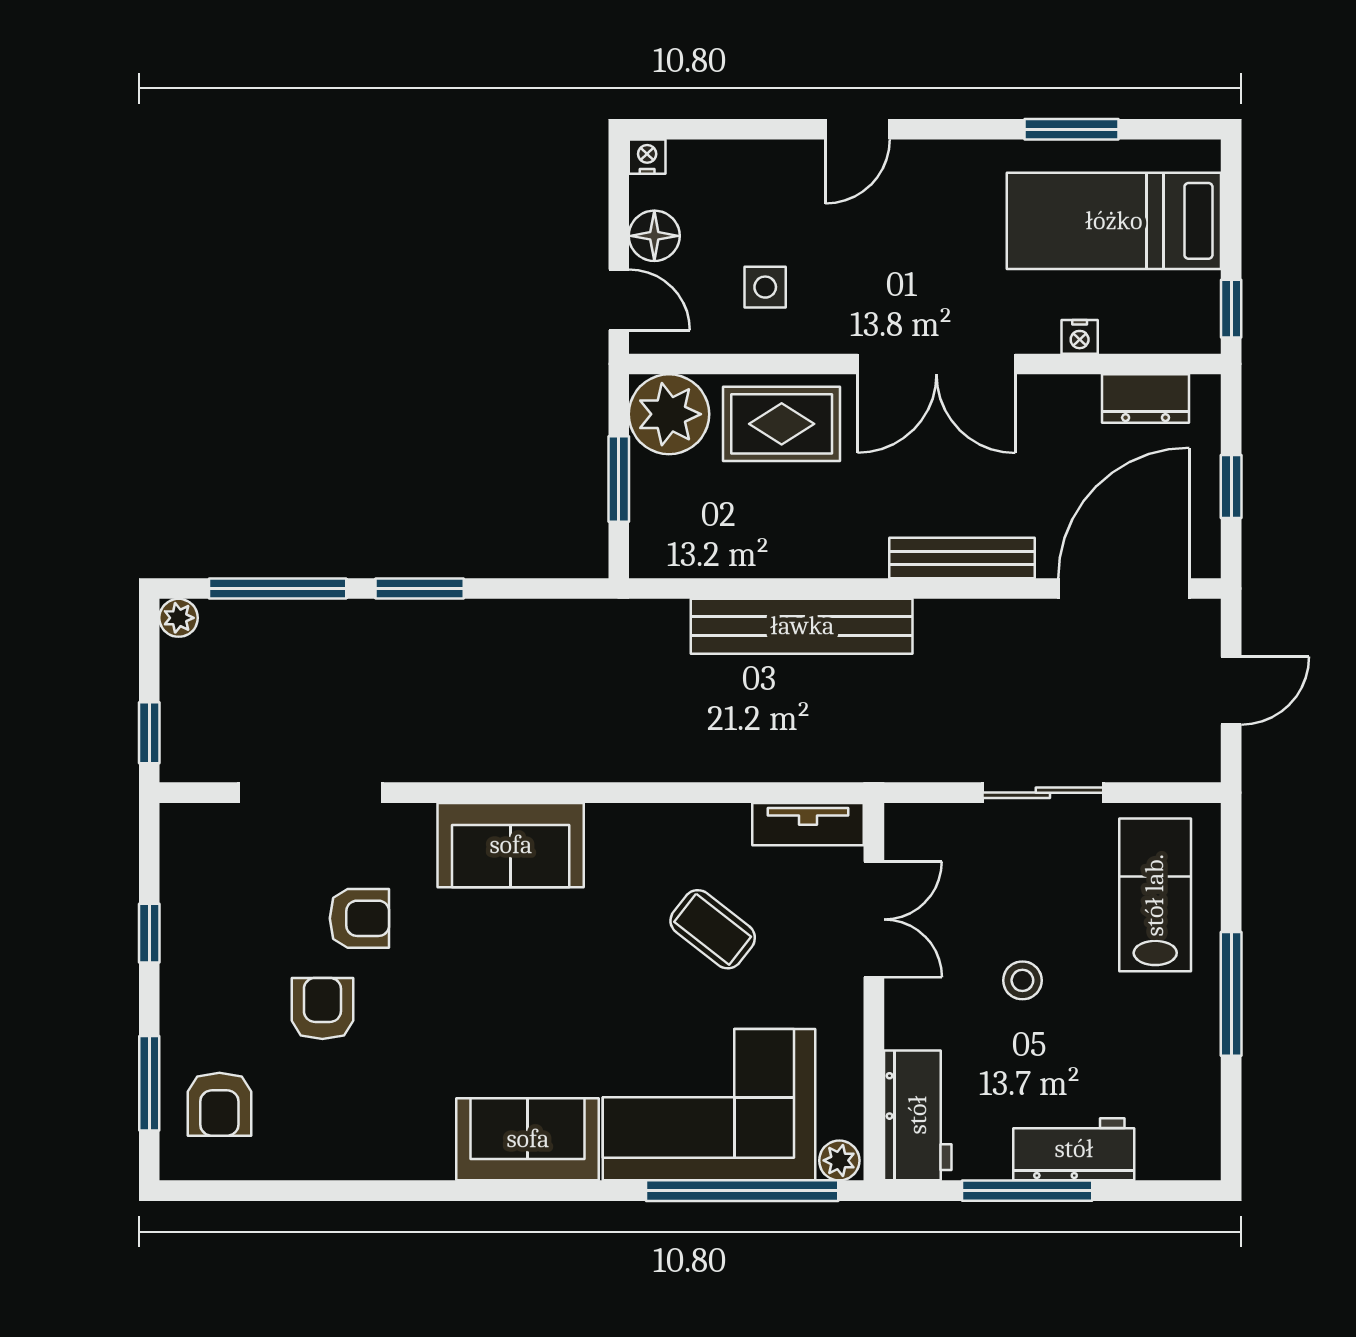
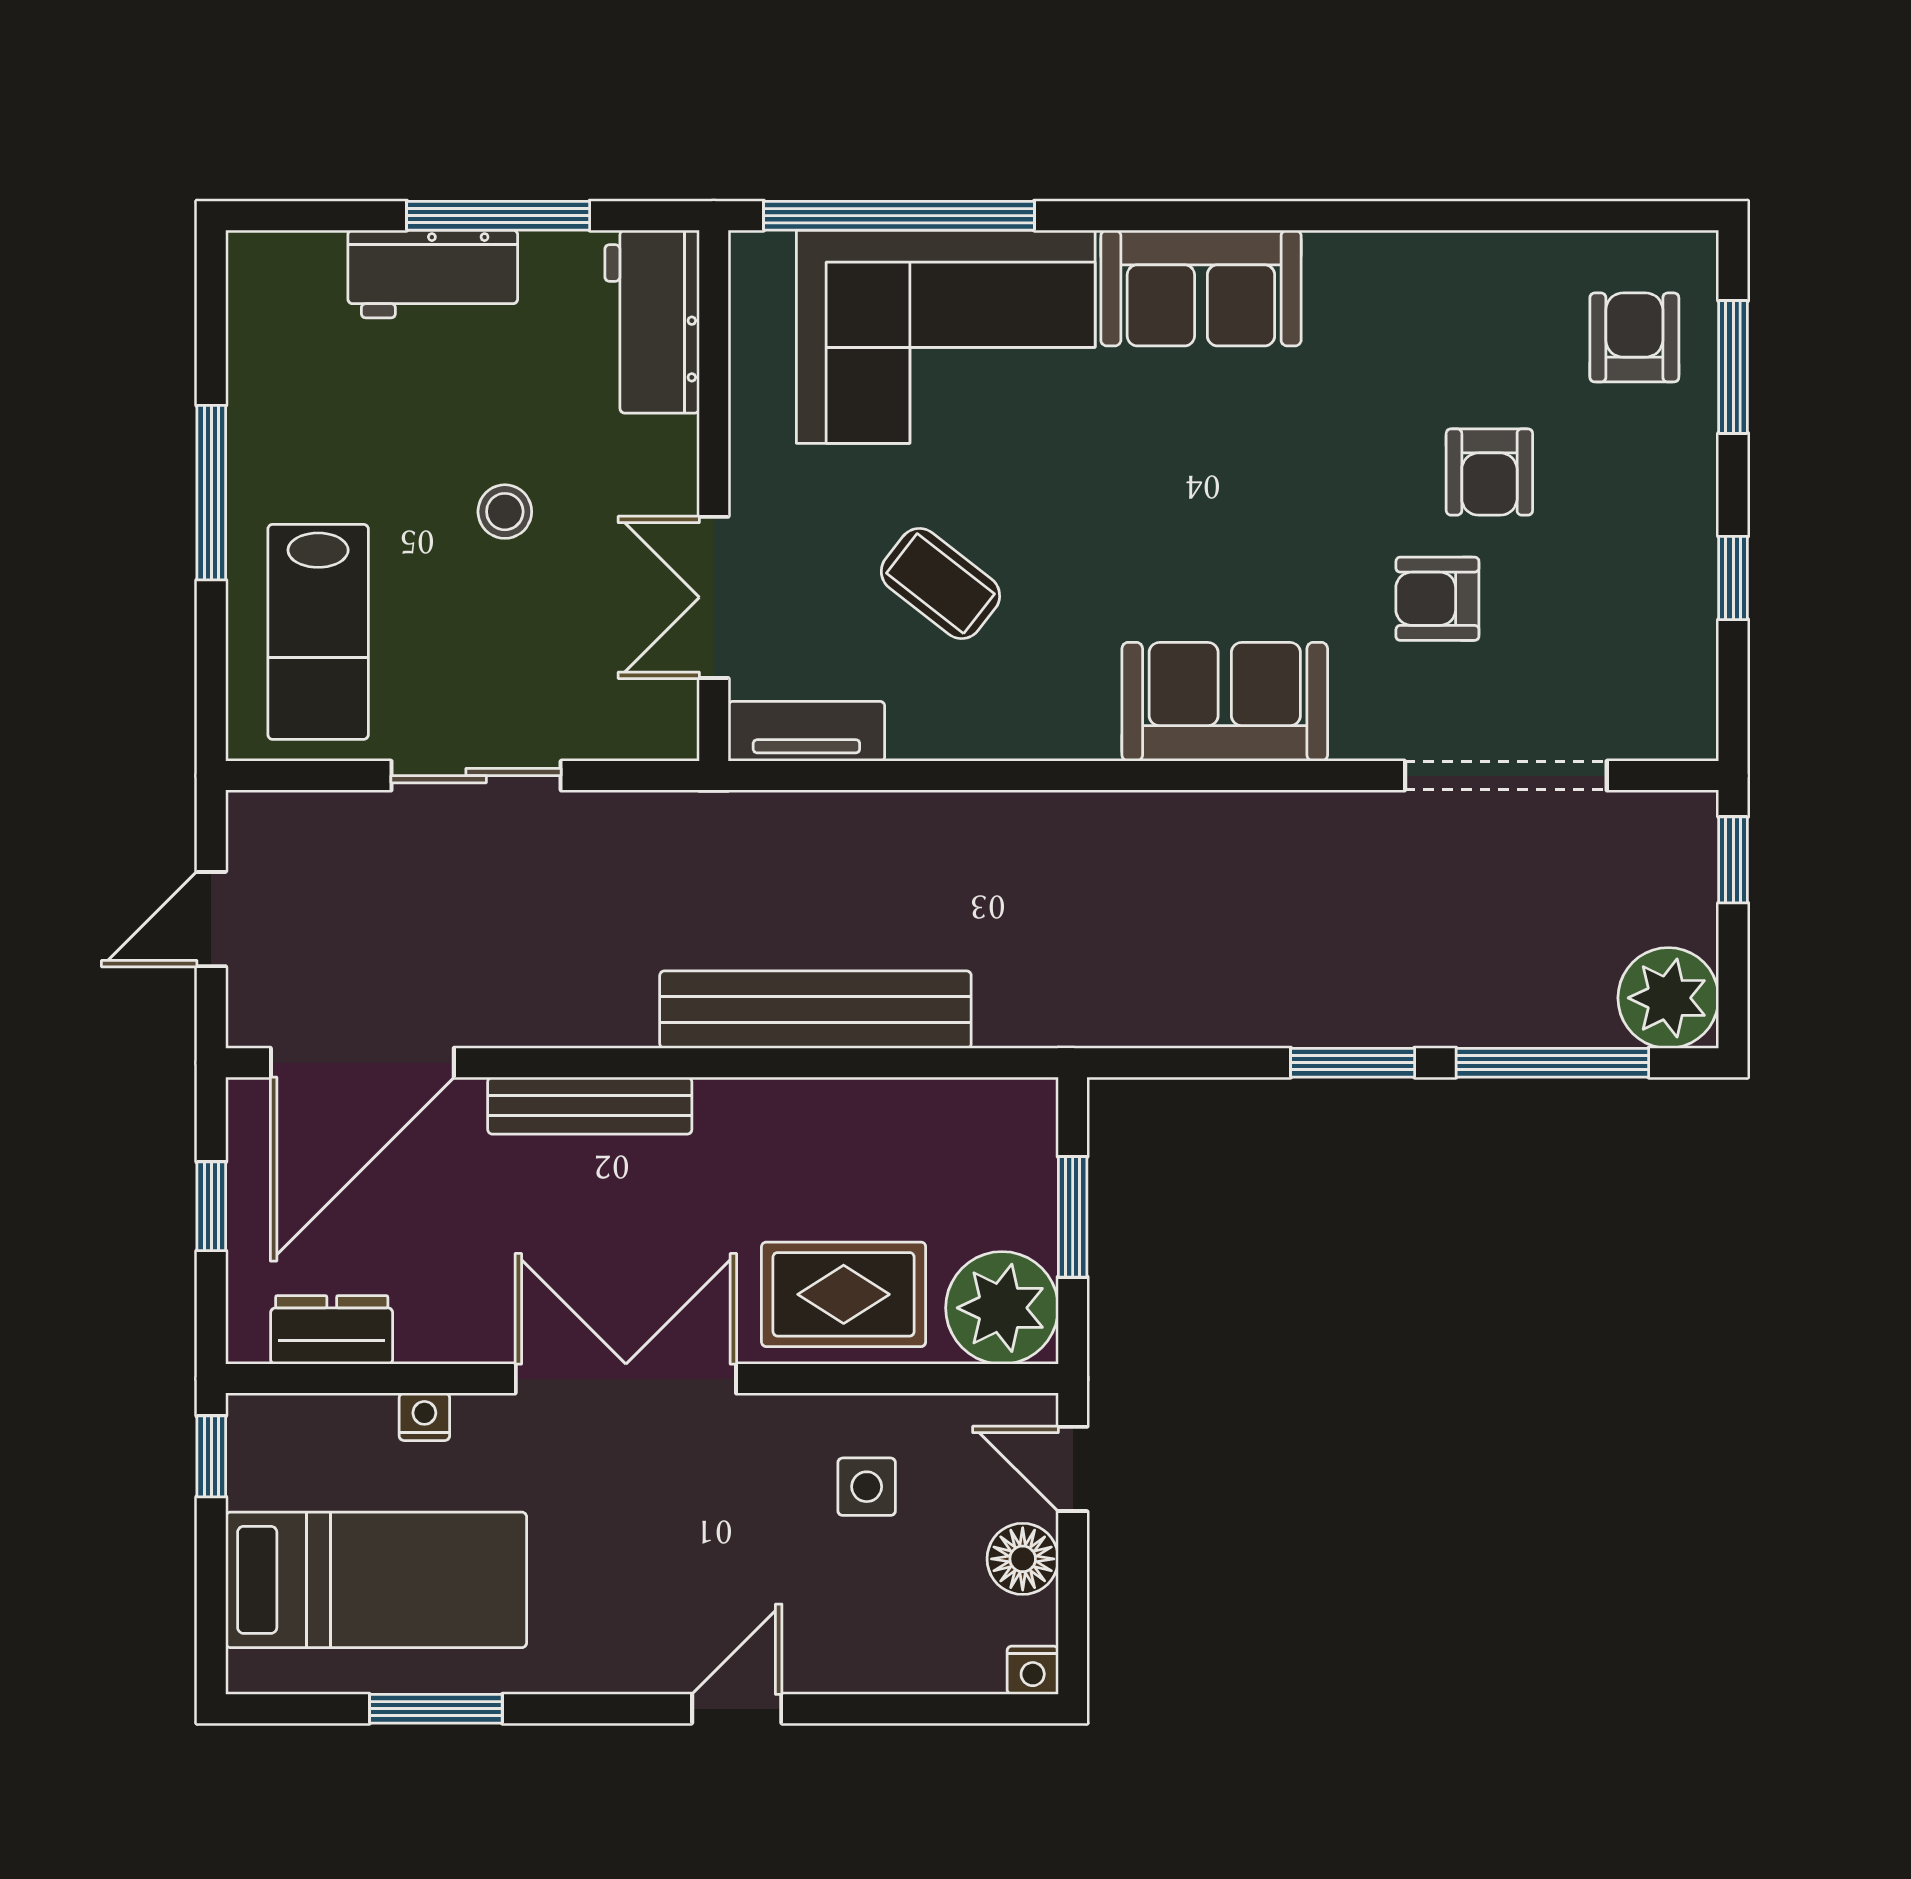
plant: (179, 618) -> (1668, 998), width x1.88, depth x1.88
plant: (839, 1160) -> (762, 258), removed

